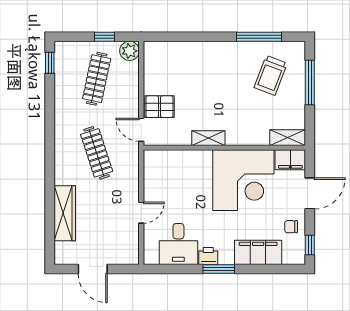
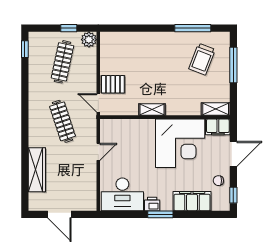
door: (141, 213) -> (98, 152), moved
desk: (178, 244) -> (122, 194), width x1.37

